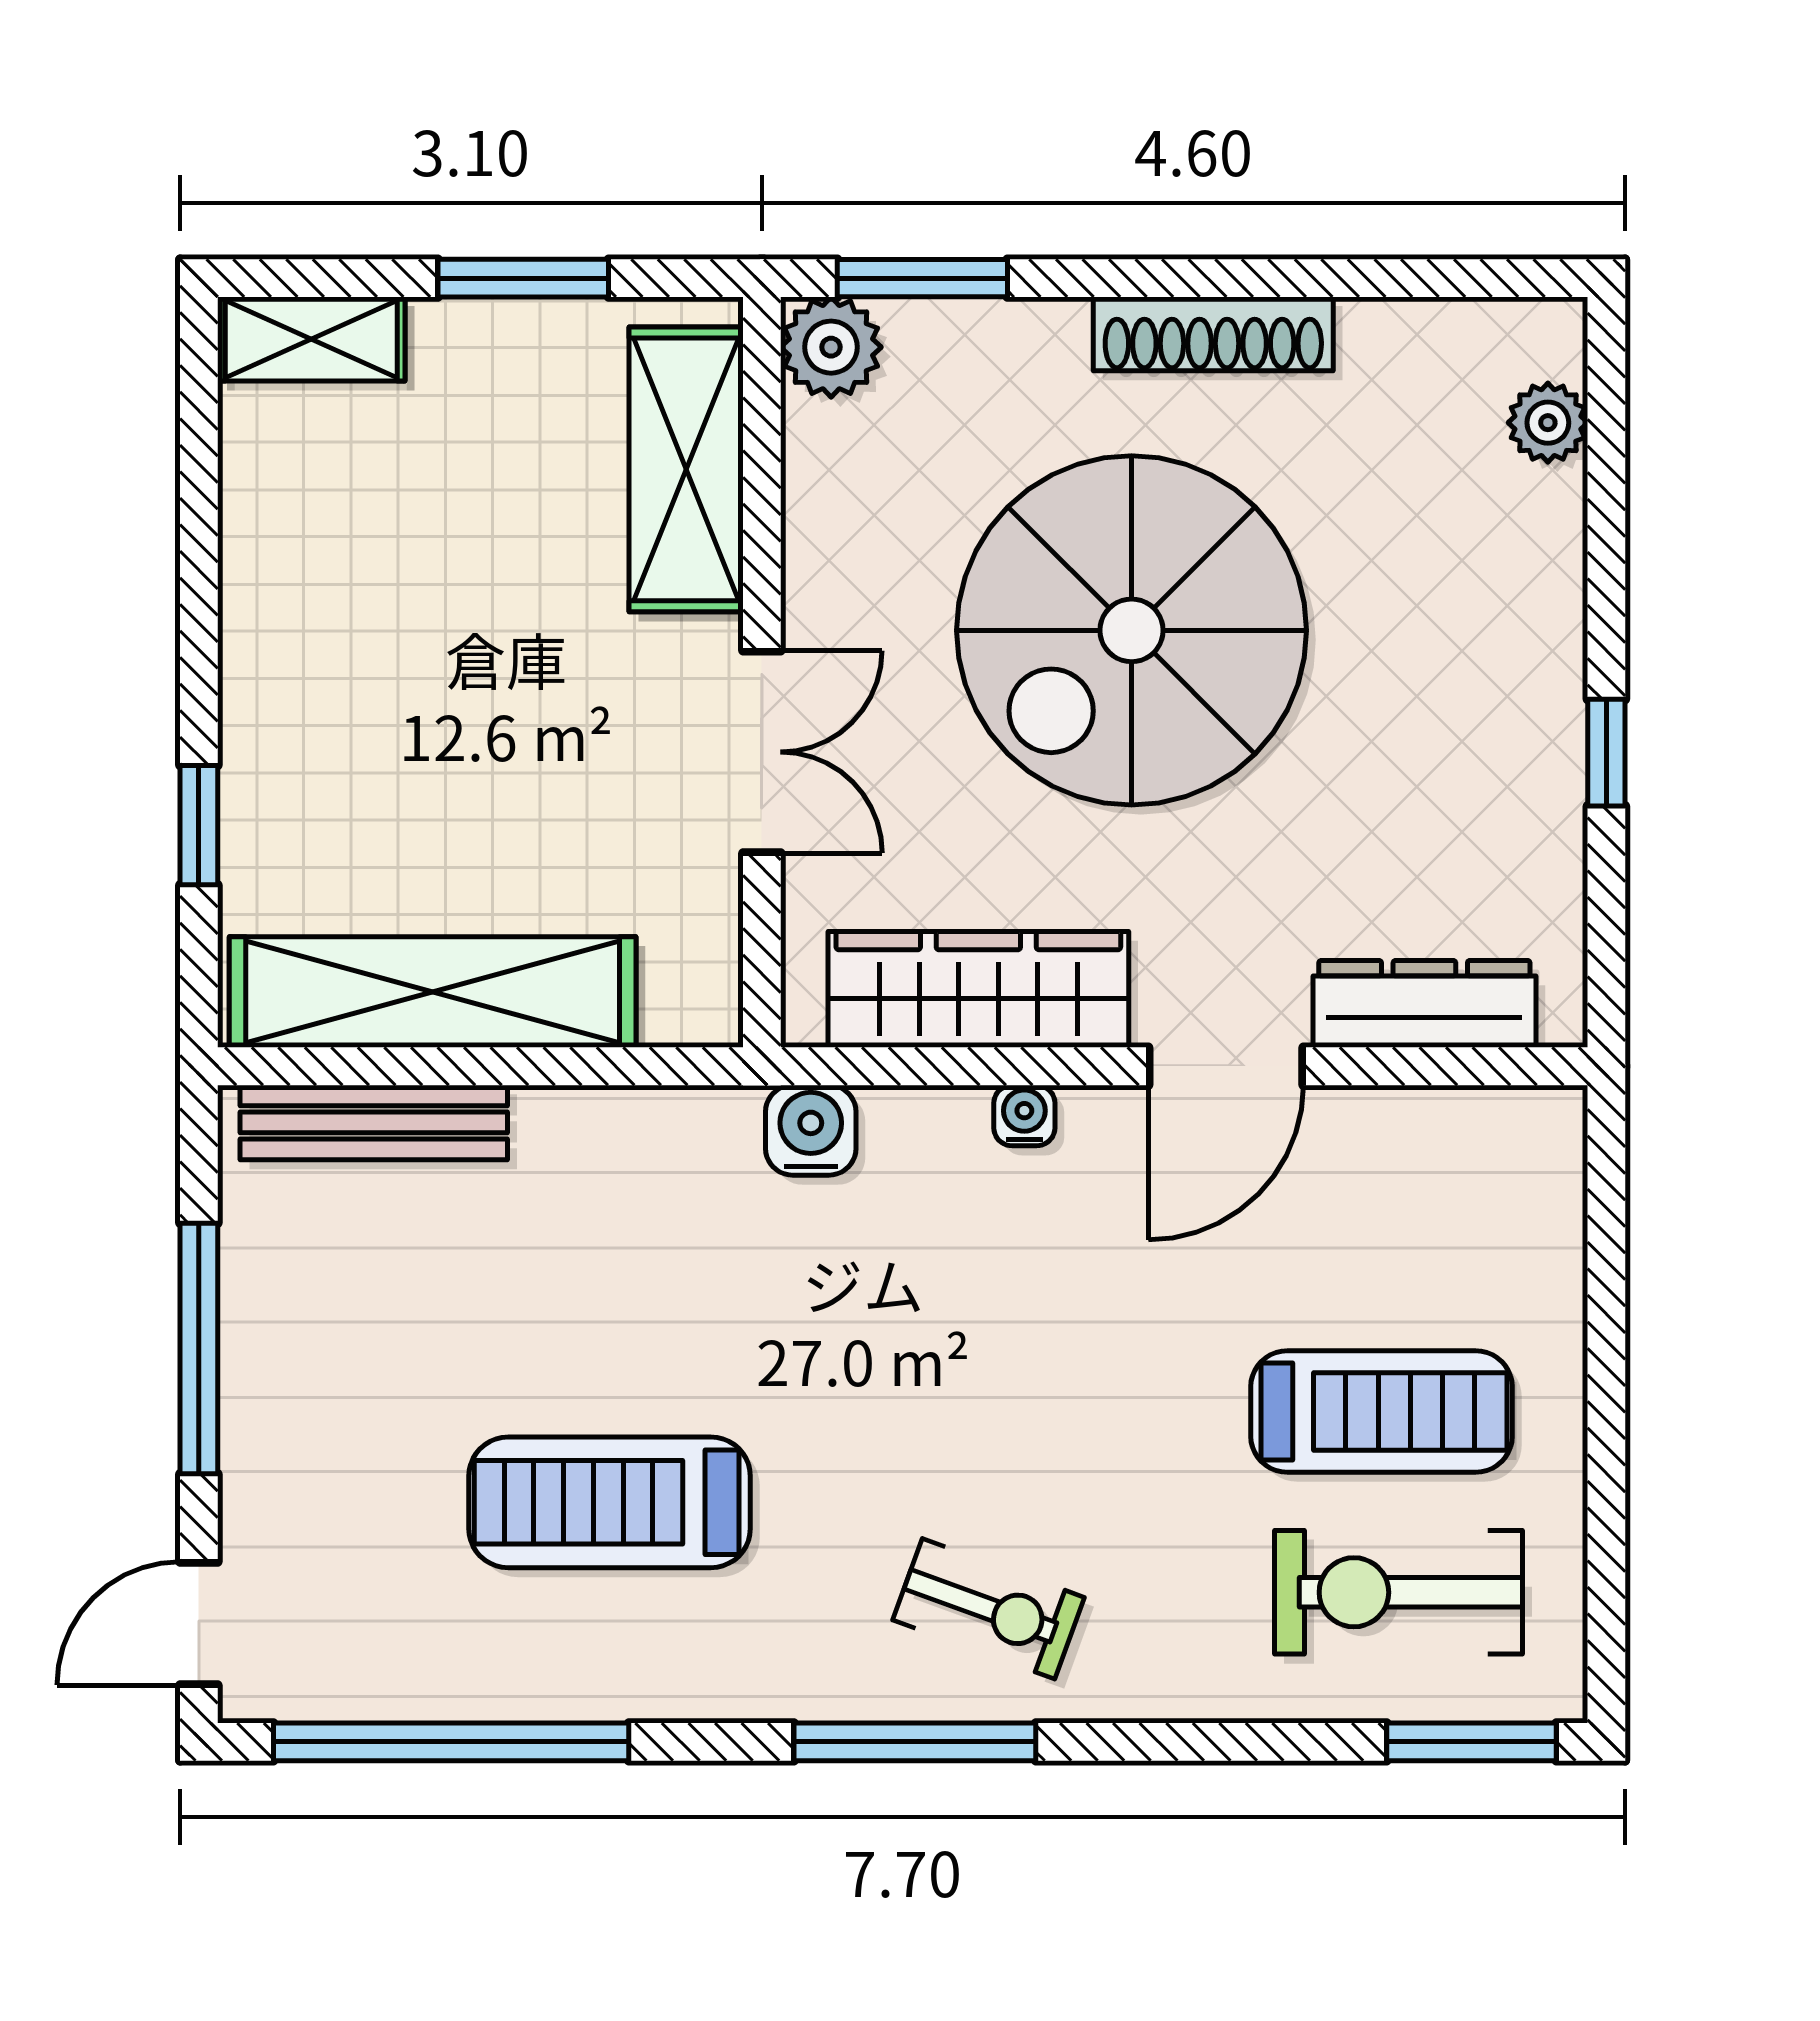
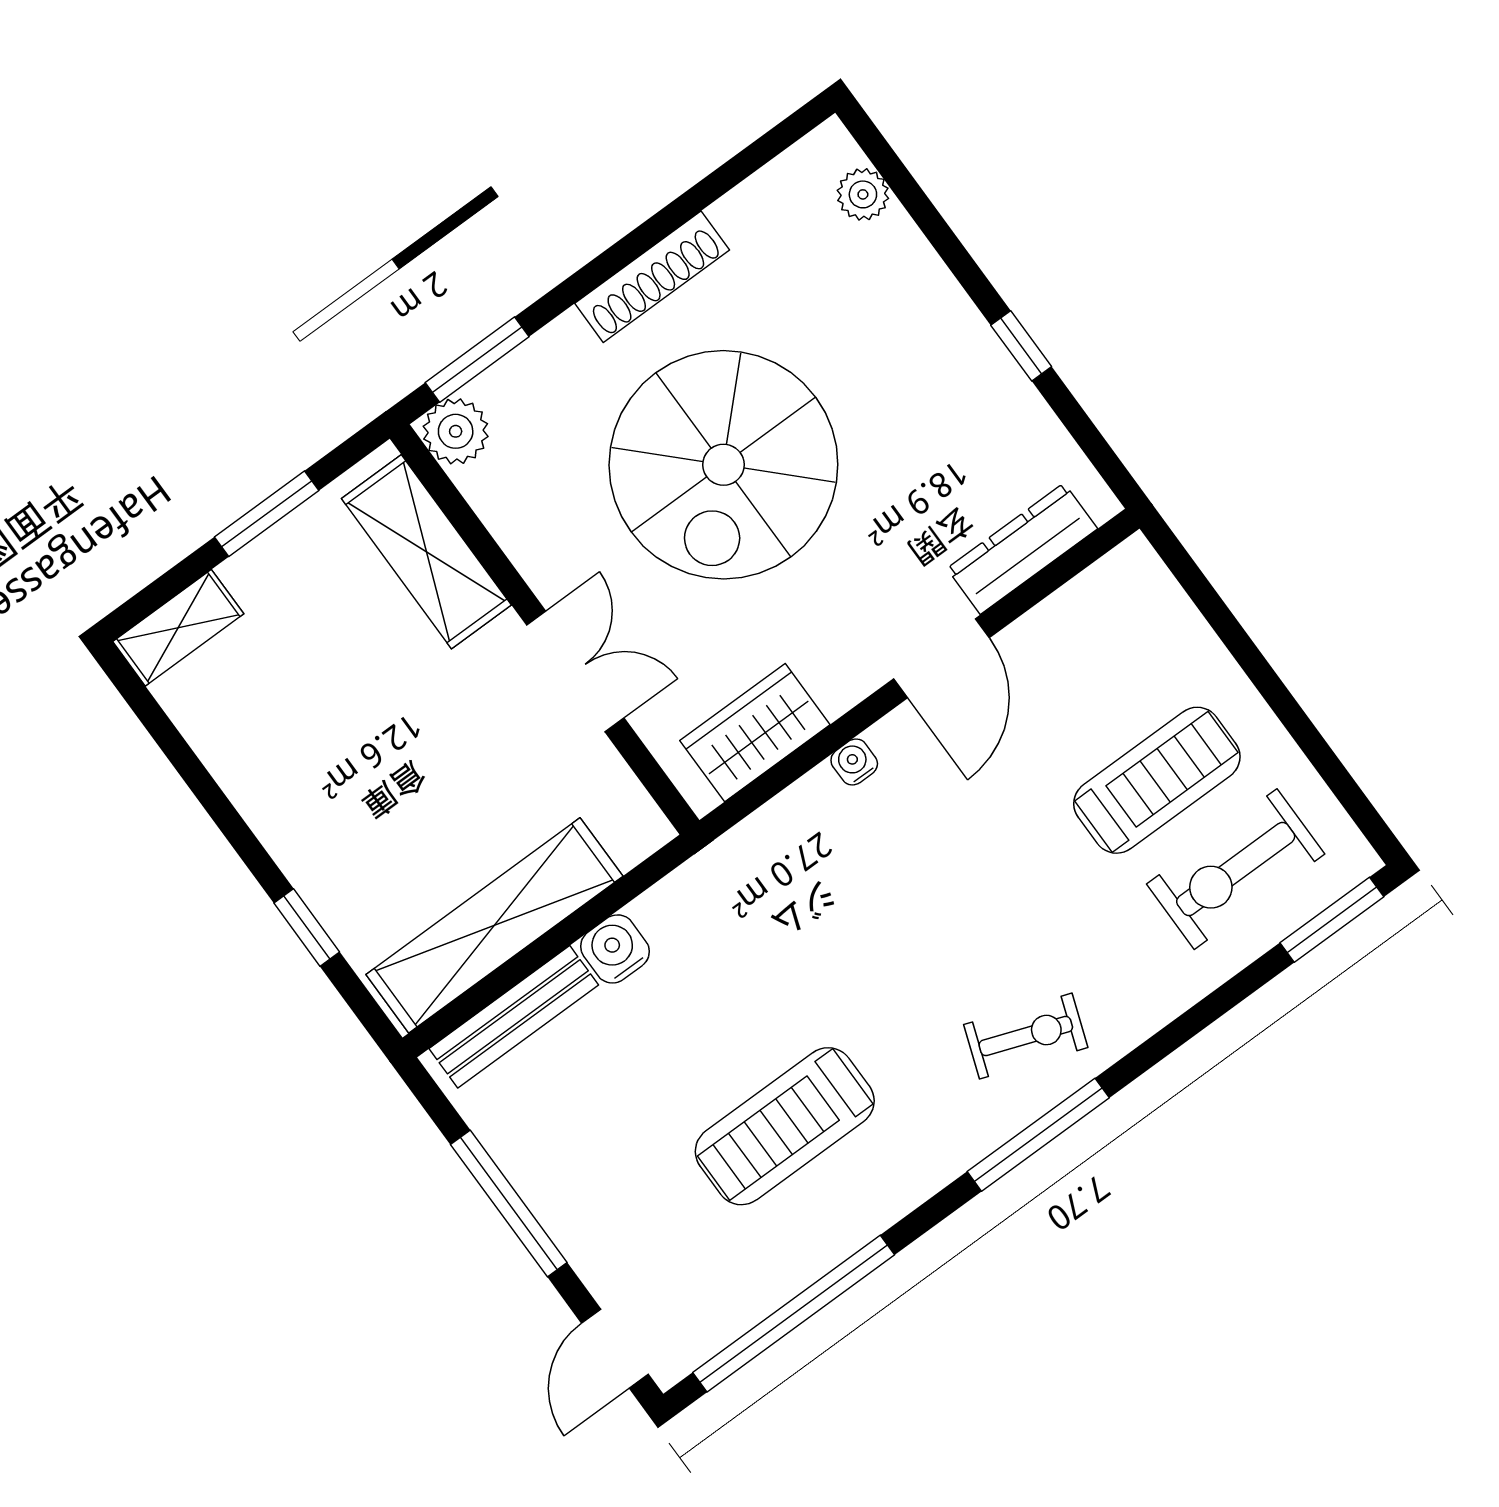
wardrobe: (978, 989) -> (755, 733), width x0.67
water cooler: (811, 1130) -> (615, 949), moved

